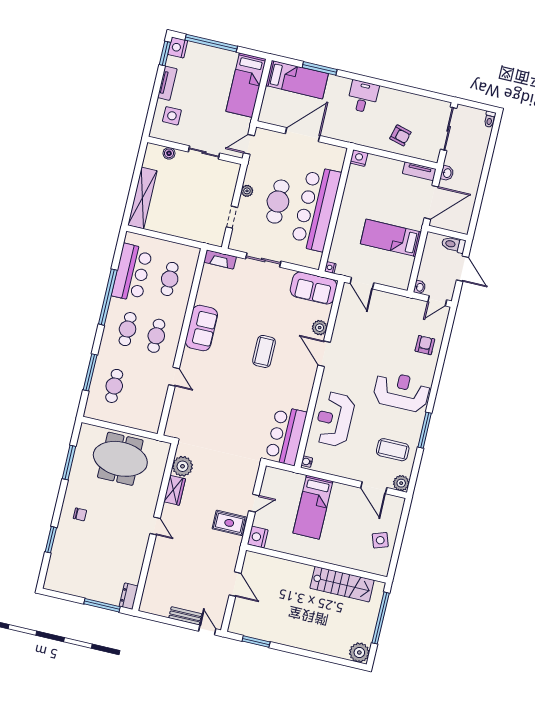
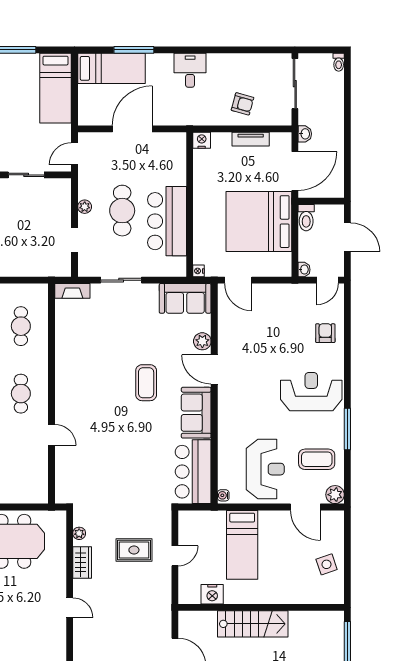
tv unit: (419, 171) -> (251, 139), moved
bar counter: (316, 209) -> (167, 221), width x0.73
bed: (391, 238) -> (259, 222), width x2.04
toilet: (453, 245) -> (306, 218), moved, turned -90
sofa: (201, 328) -> (196, 413), moved, turned 180
reception desk: (334, 419) -> (265, 469), moved, turned 180
plant: (182, 466) -> (79, 533), width x0.53, depth x0.53
rug: (229, 523) -> (134, 550), moved
nightstand: (258, 537) -> (212, 594), moved, turned -90
stairs: (342, 584) -> (253, 624), moved

